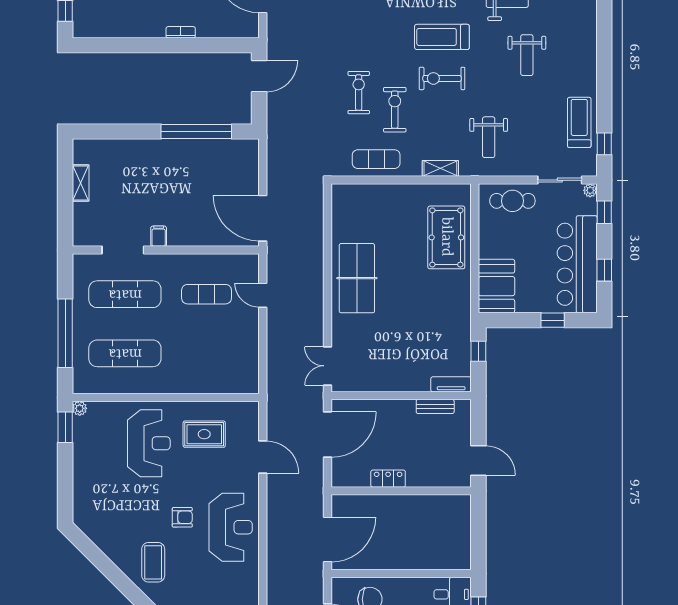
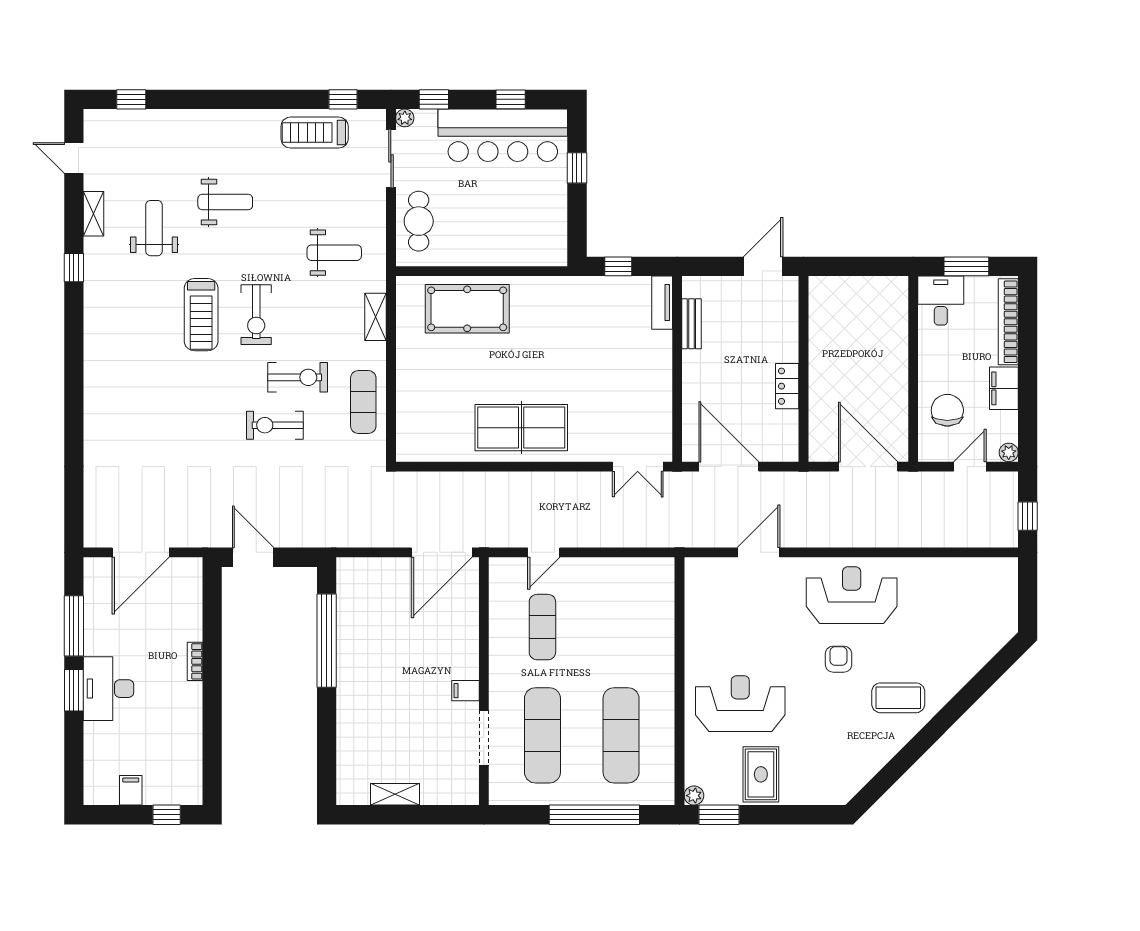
exercise bike: (395, 110) -> (298, 377), turned 180
booth: (496, 286) -> (532, 242), removed
rug: (204, 434) -> (761, 774), moved

